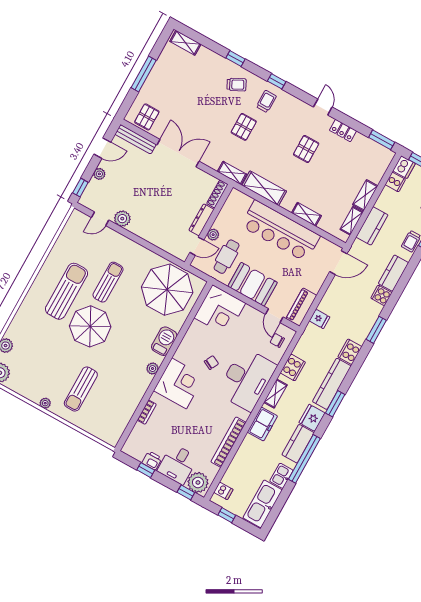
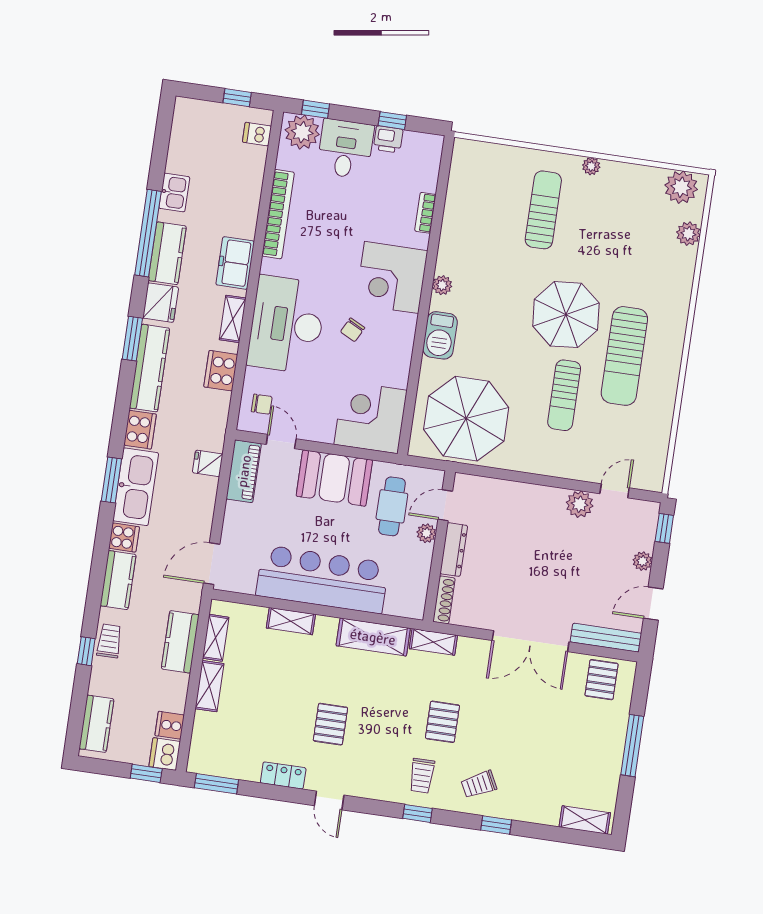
kitchen sink: (263, 504) -> (136, 487), moved

